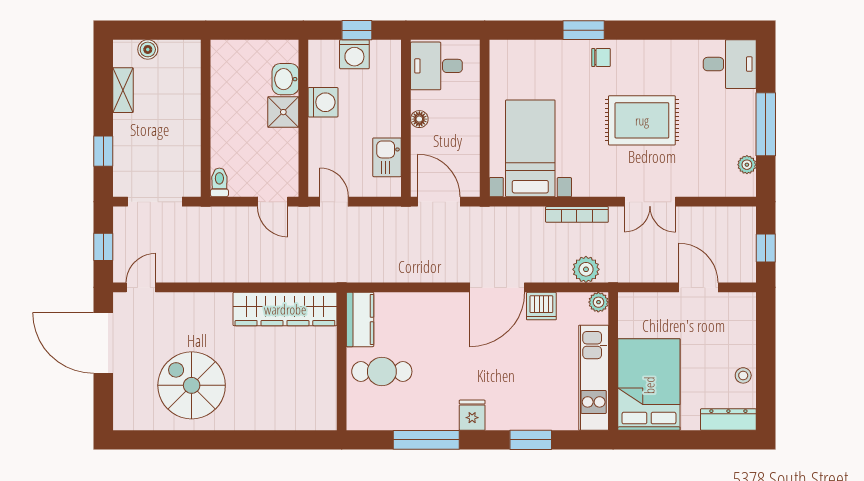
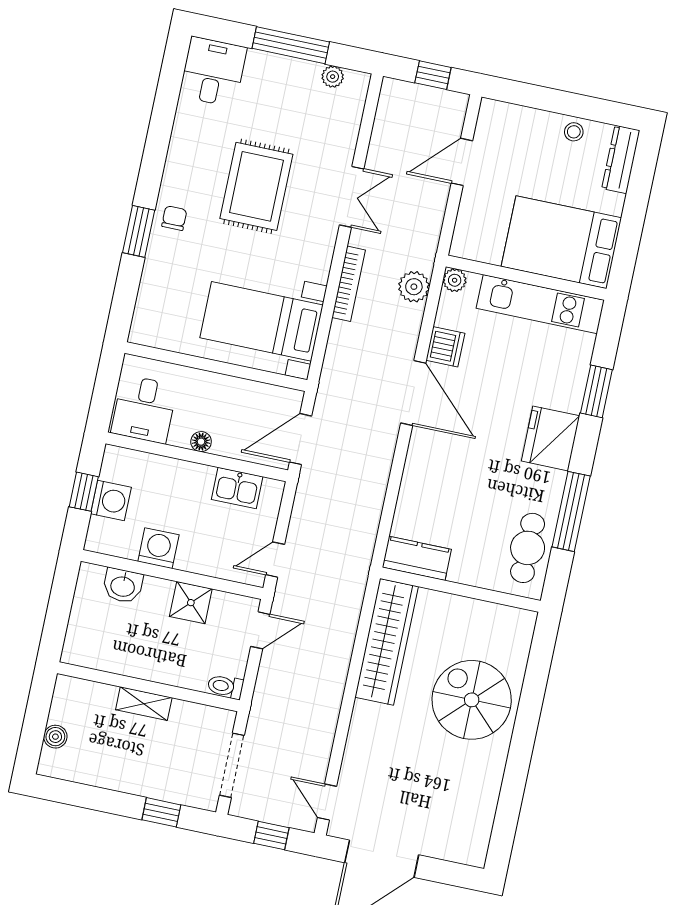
shelving: (123, 90) -> (144, 704), moved
shower: (283, 112) -> (191, 603), moved
cafe table: (382, 372) -> (528, 548), moved
spiral stairs: (192, 385) -> (472, 700), moved, turned 90
fridge: (472, 415) -> (551, 438), width x1.88, depth x1.34

